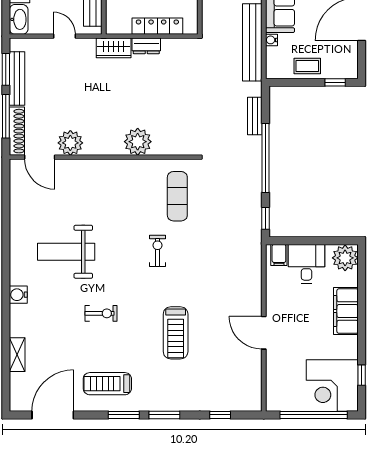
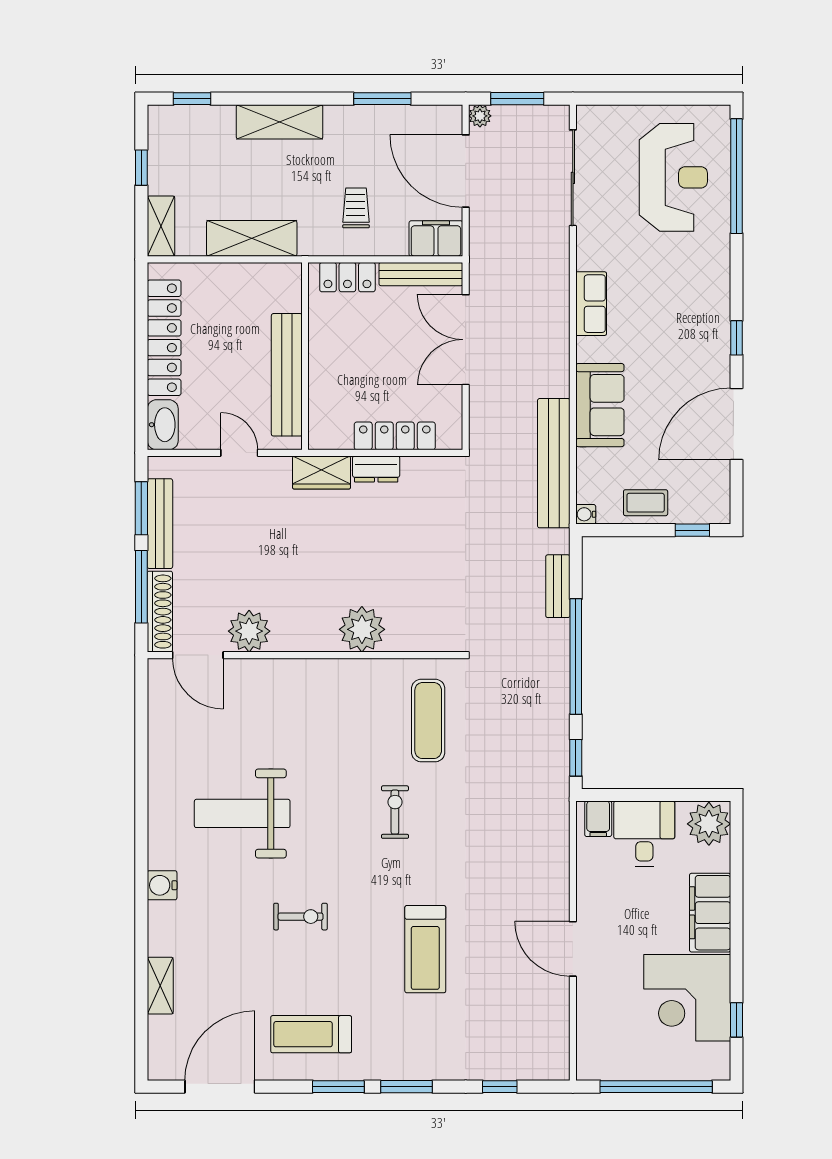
water cooler: (271, 40) -> (586, 514), moved
corner desk: (332, 386) -> (687, 998), moved

